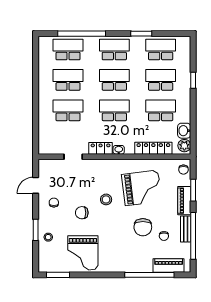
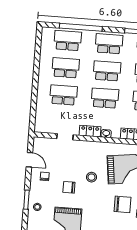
door: (36, 185) -> (29, 160), swing flipped
chair: (143, 227) -> (123, 204), turned -90

